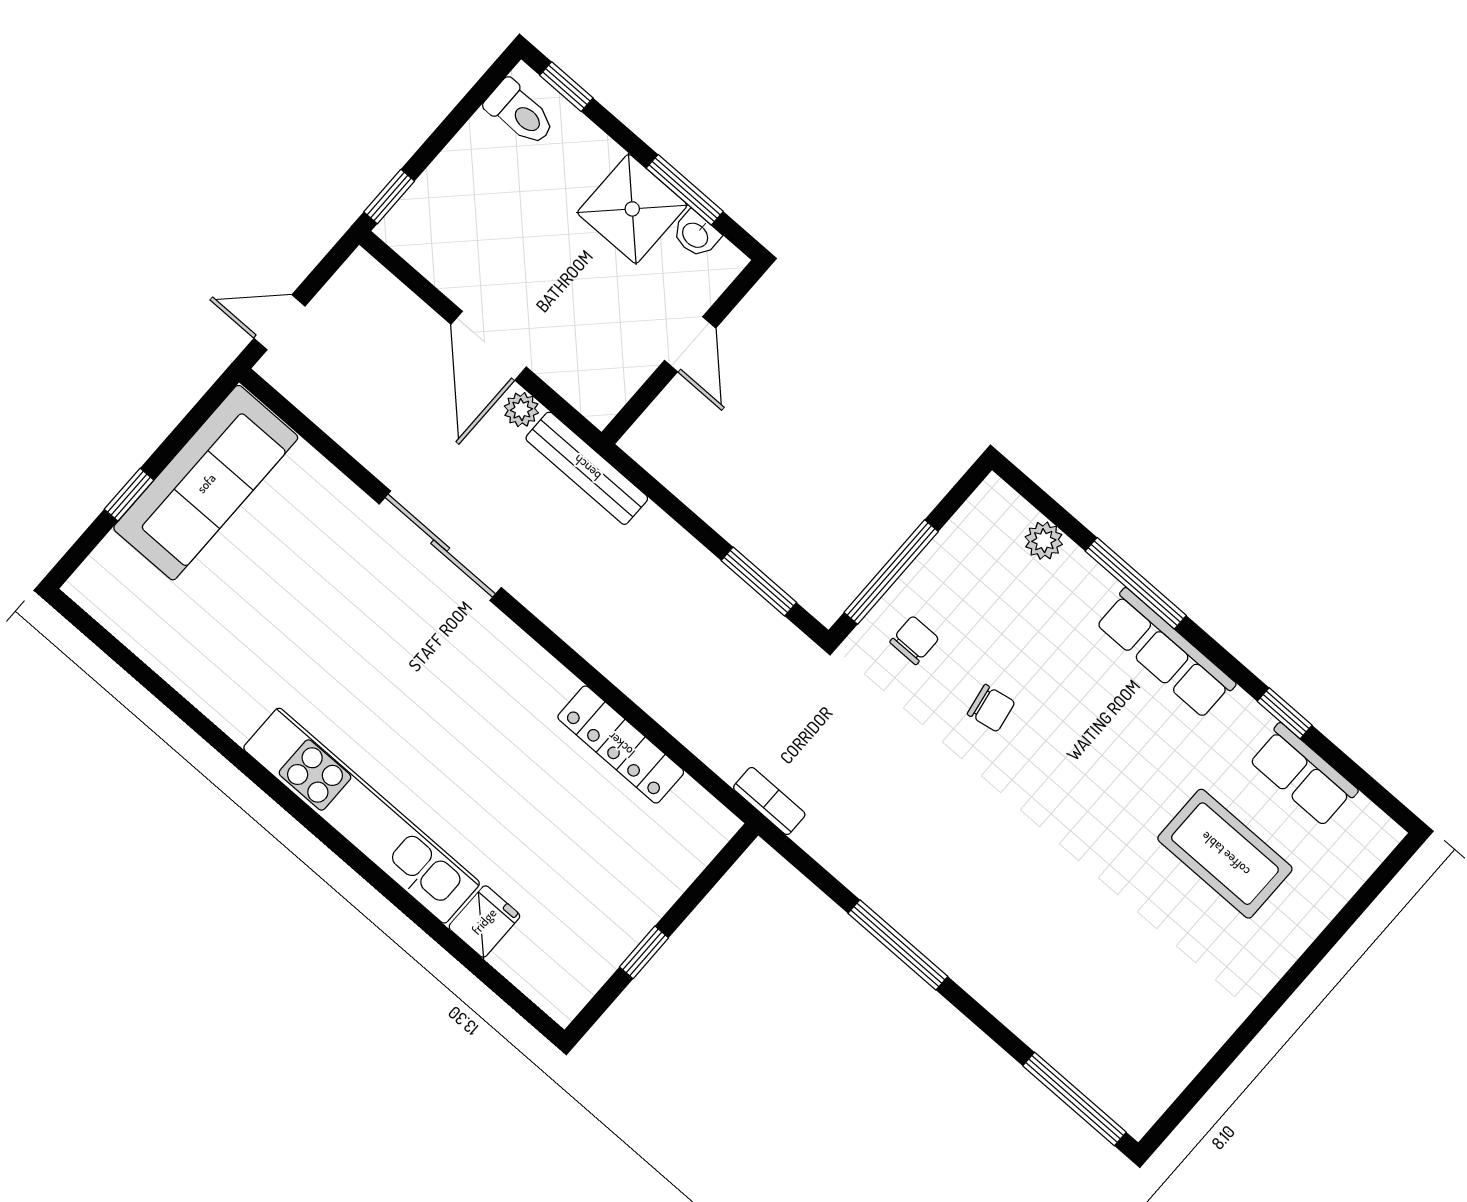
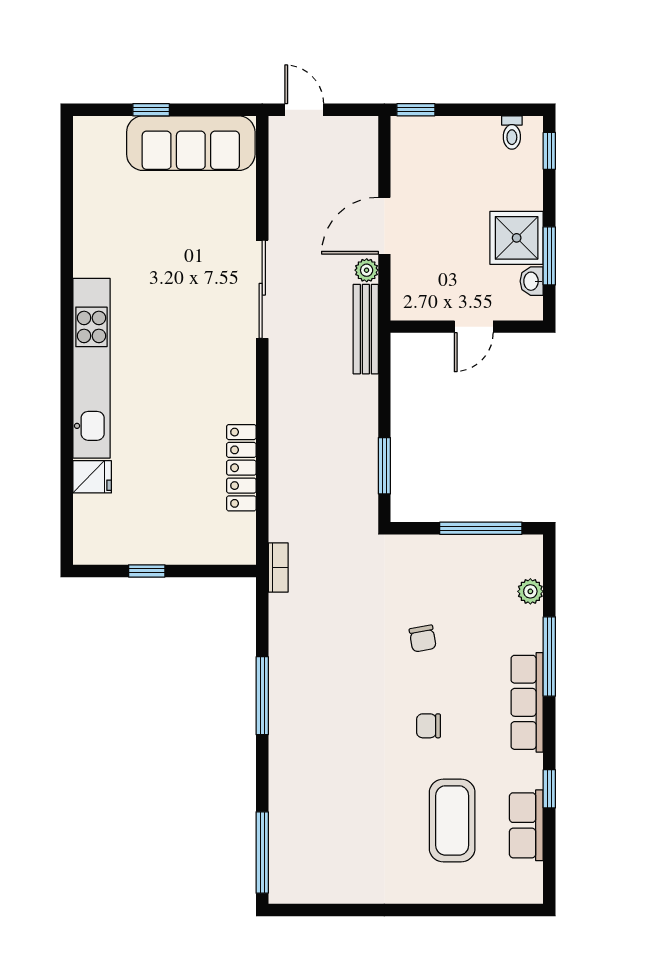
toilet: (520, 113) -> (512, 133), width x0.73, depth x0.72
window: (891, 572) -> (481, 528), moved
chair: (914, 640) -> (429, 726), moved, turned 180

